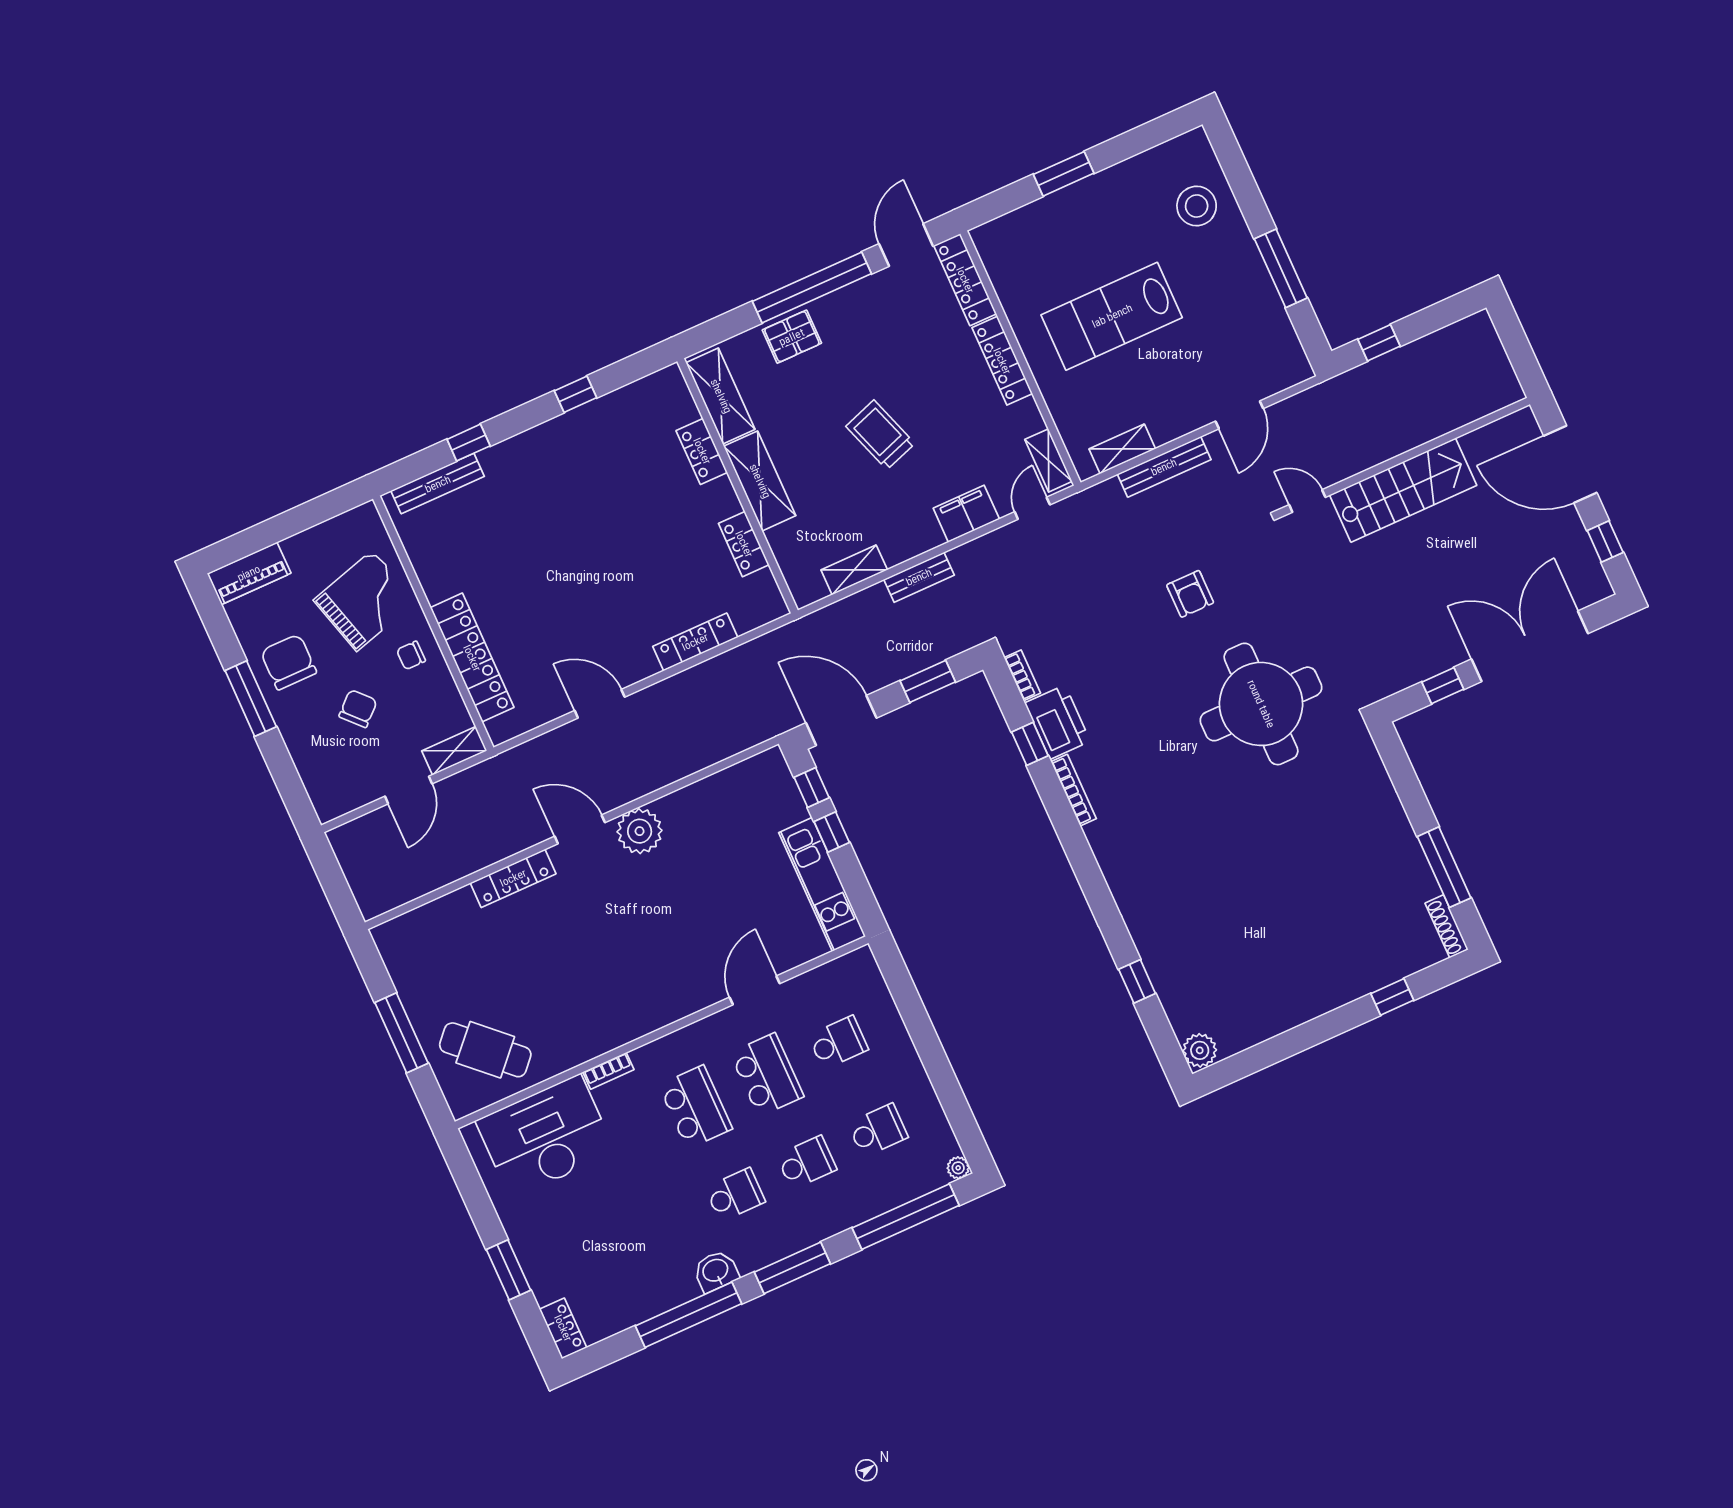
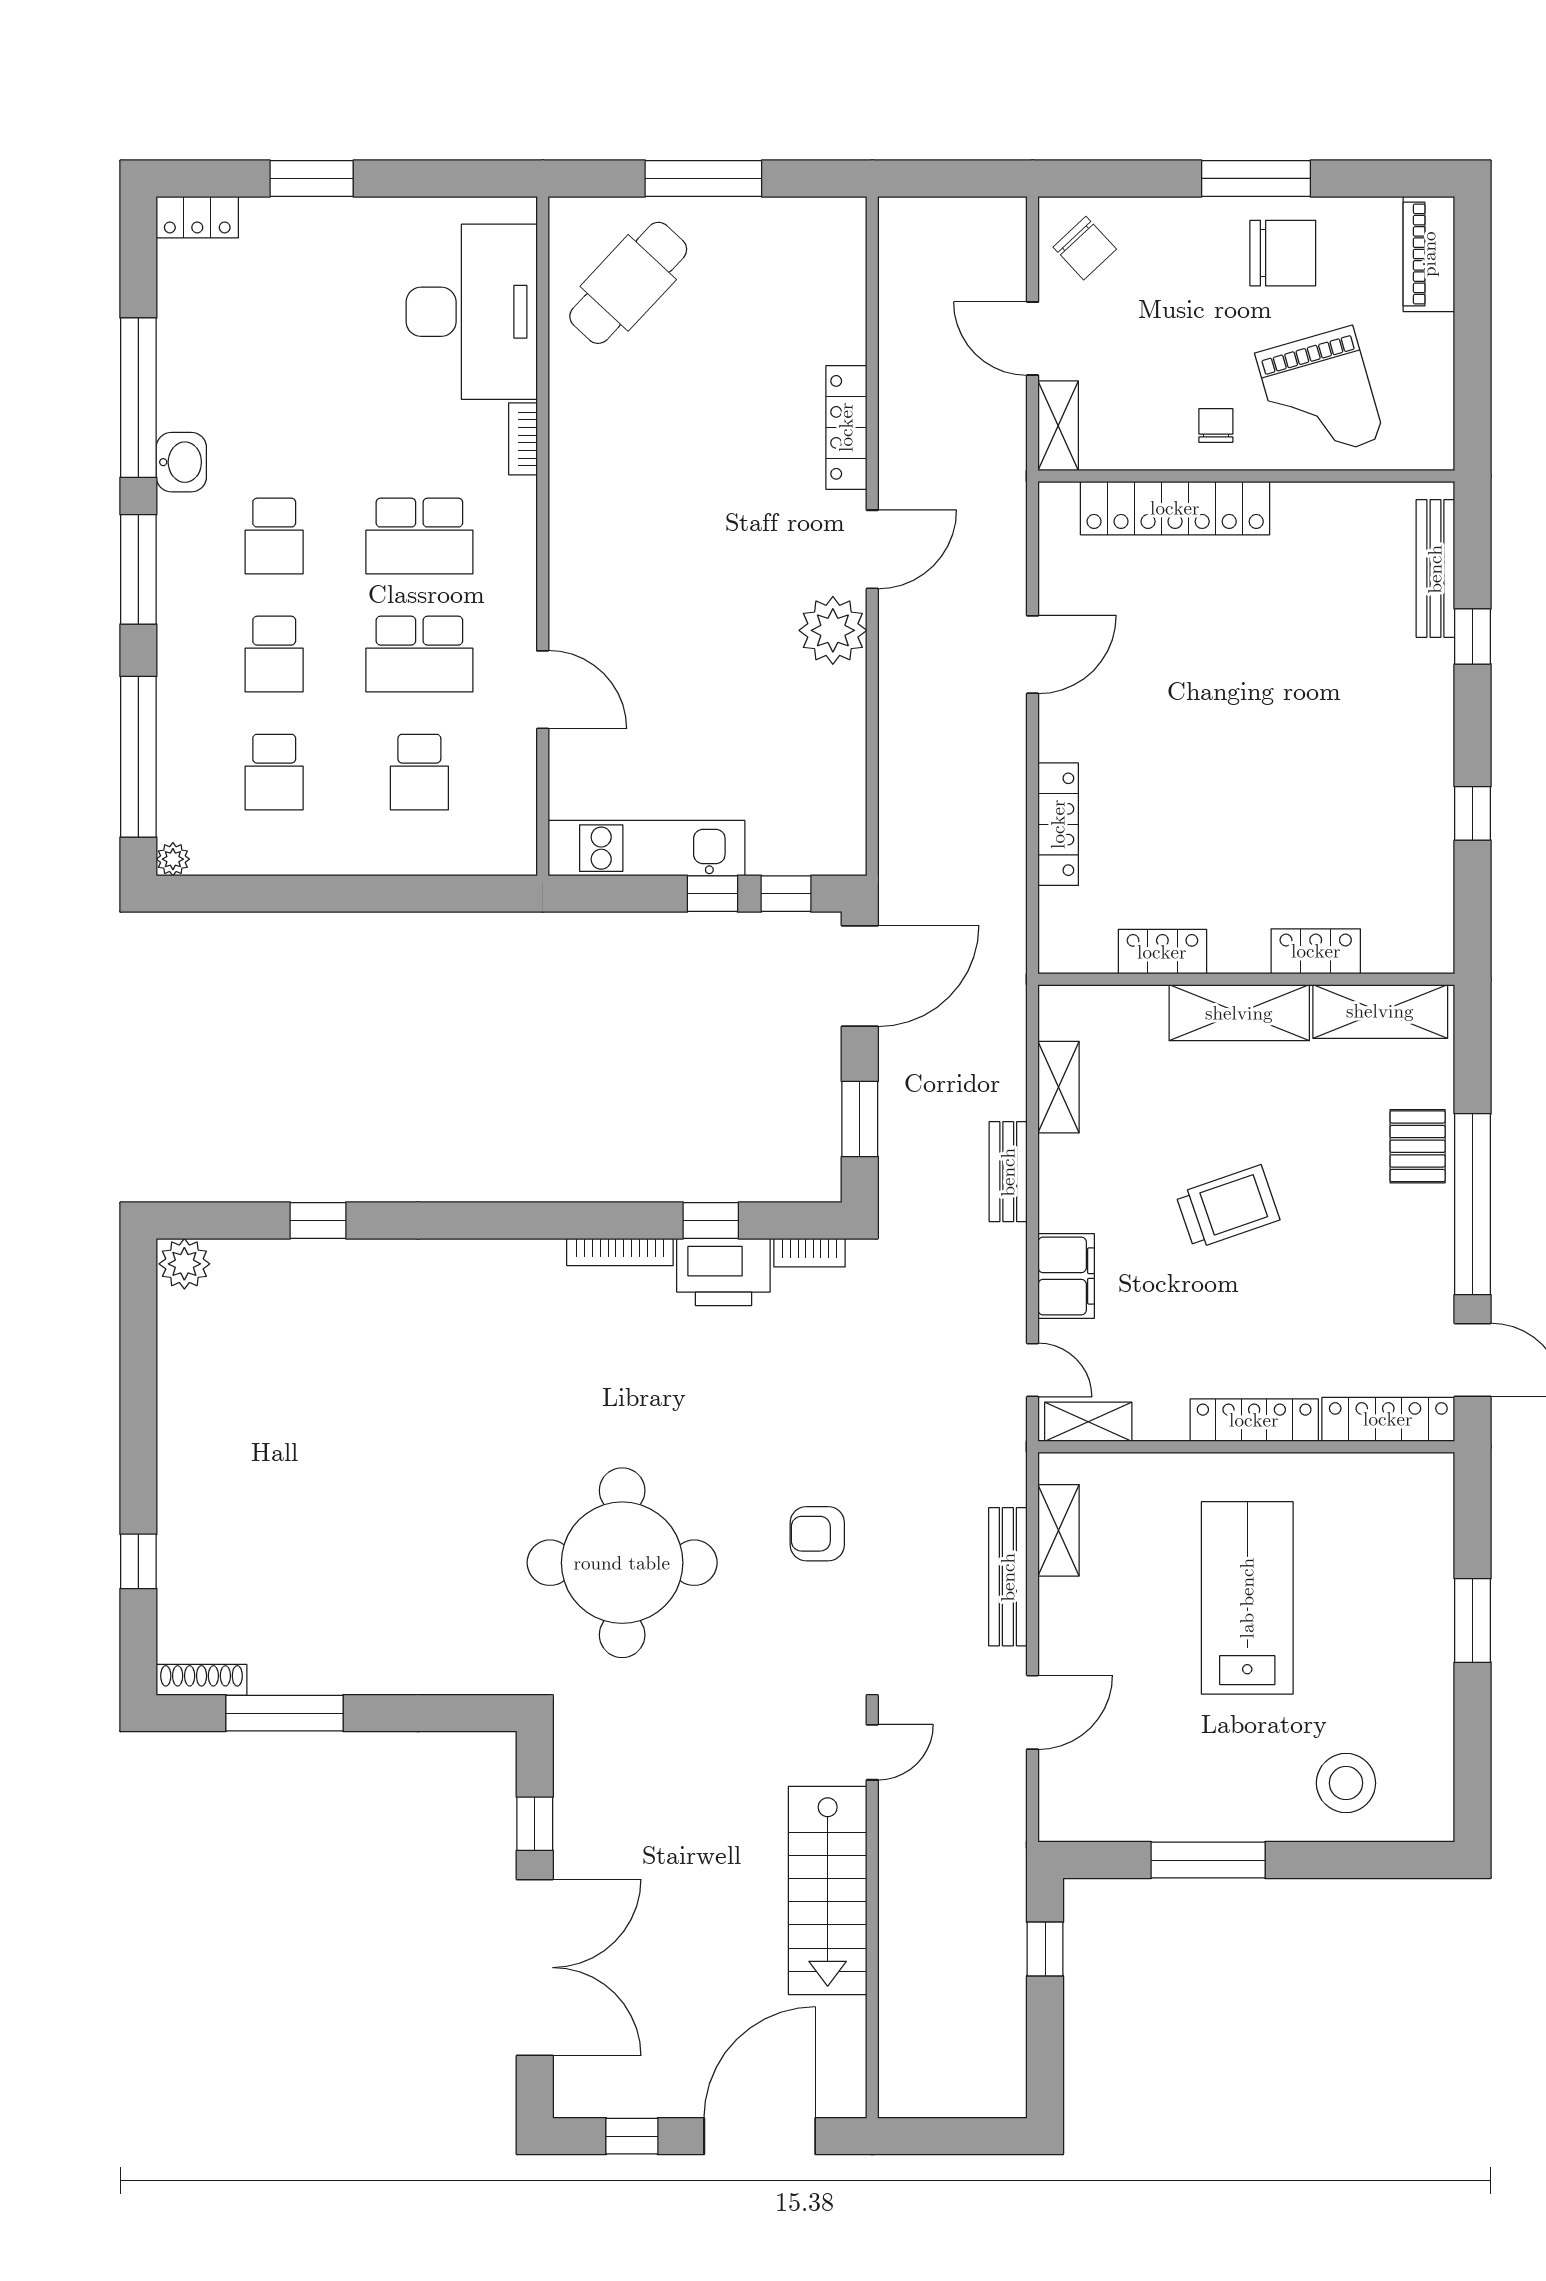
door: (1239, 415) -> (1033, 1712), swing flipped
chair: (358, 709) -> (1085, 248), moved

